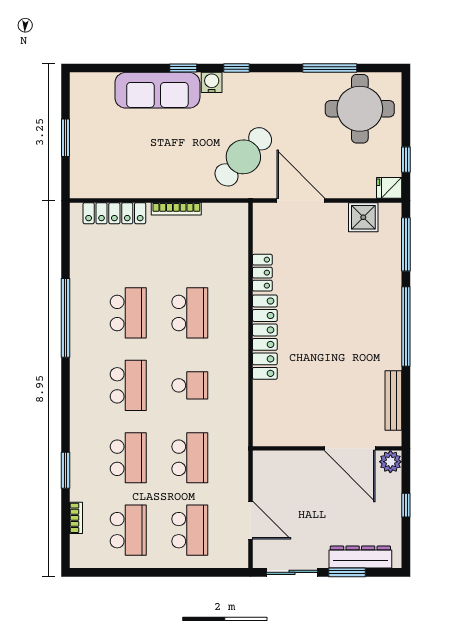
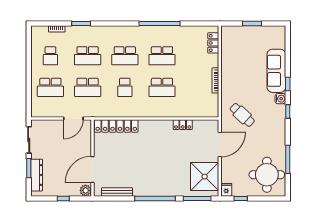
cafe table: (243, 157) -> (242, 115), width x0.73, depth x0.74
locker: (114, 213) -> (213, 43), width x0.66
shower: (363, 217) -> (205, 177), width x1.86, depth x1.86
locker: (265, 337) -> (116, 126), moved
door: (250, 520) -> (73, 119), moved
school desk: (128, 530) -> (50, 56), width x0.54

